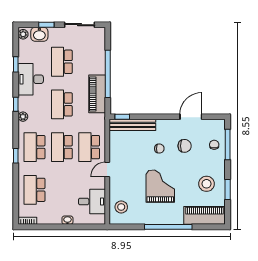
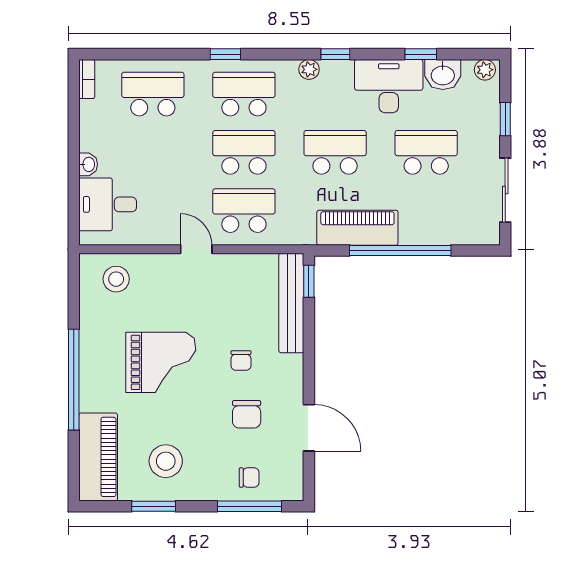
washbasin: (39, 34) -> (443, 75), moved, turned -90
desk: (92, 202) -> (108, 204), moved, turned 90

